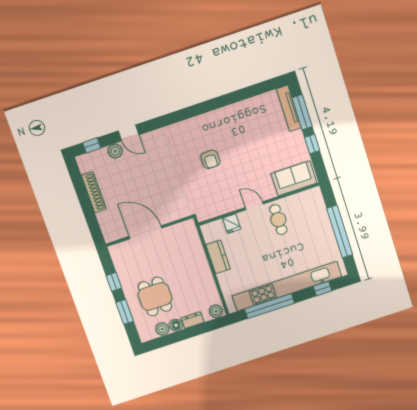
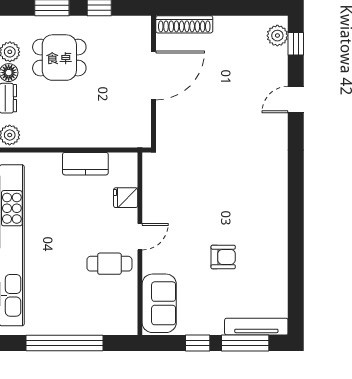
plant: (115, 151) -> (277, 36), moved
armchair: (210, 159) -> (223, 257), moved, turned 180
shoe rack: (94, 192) -> (184, 24), moved

